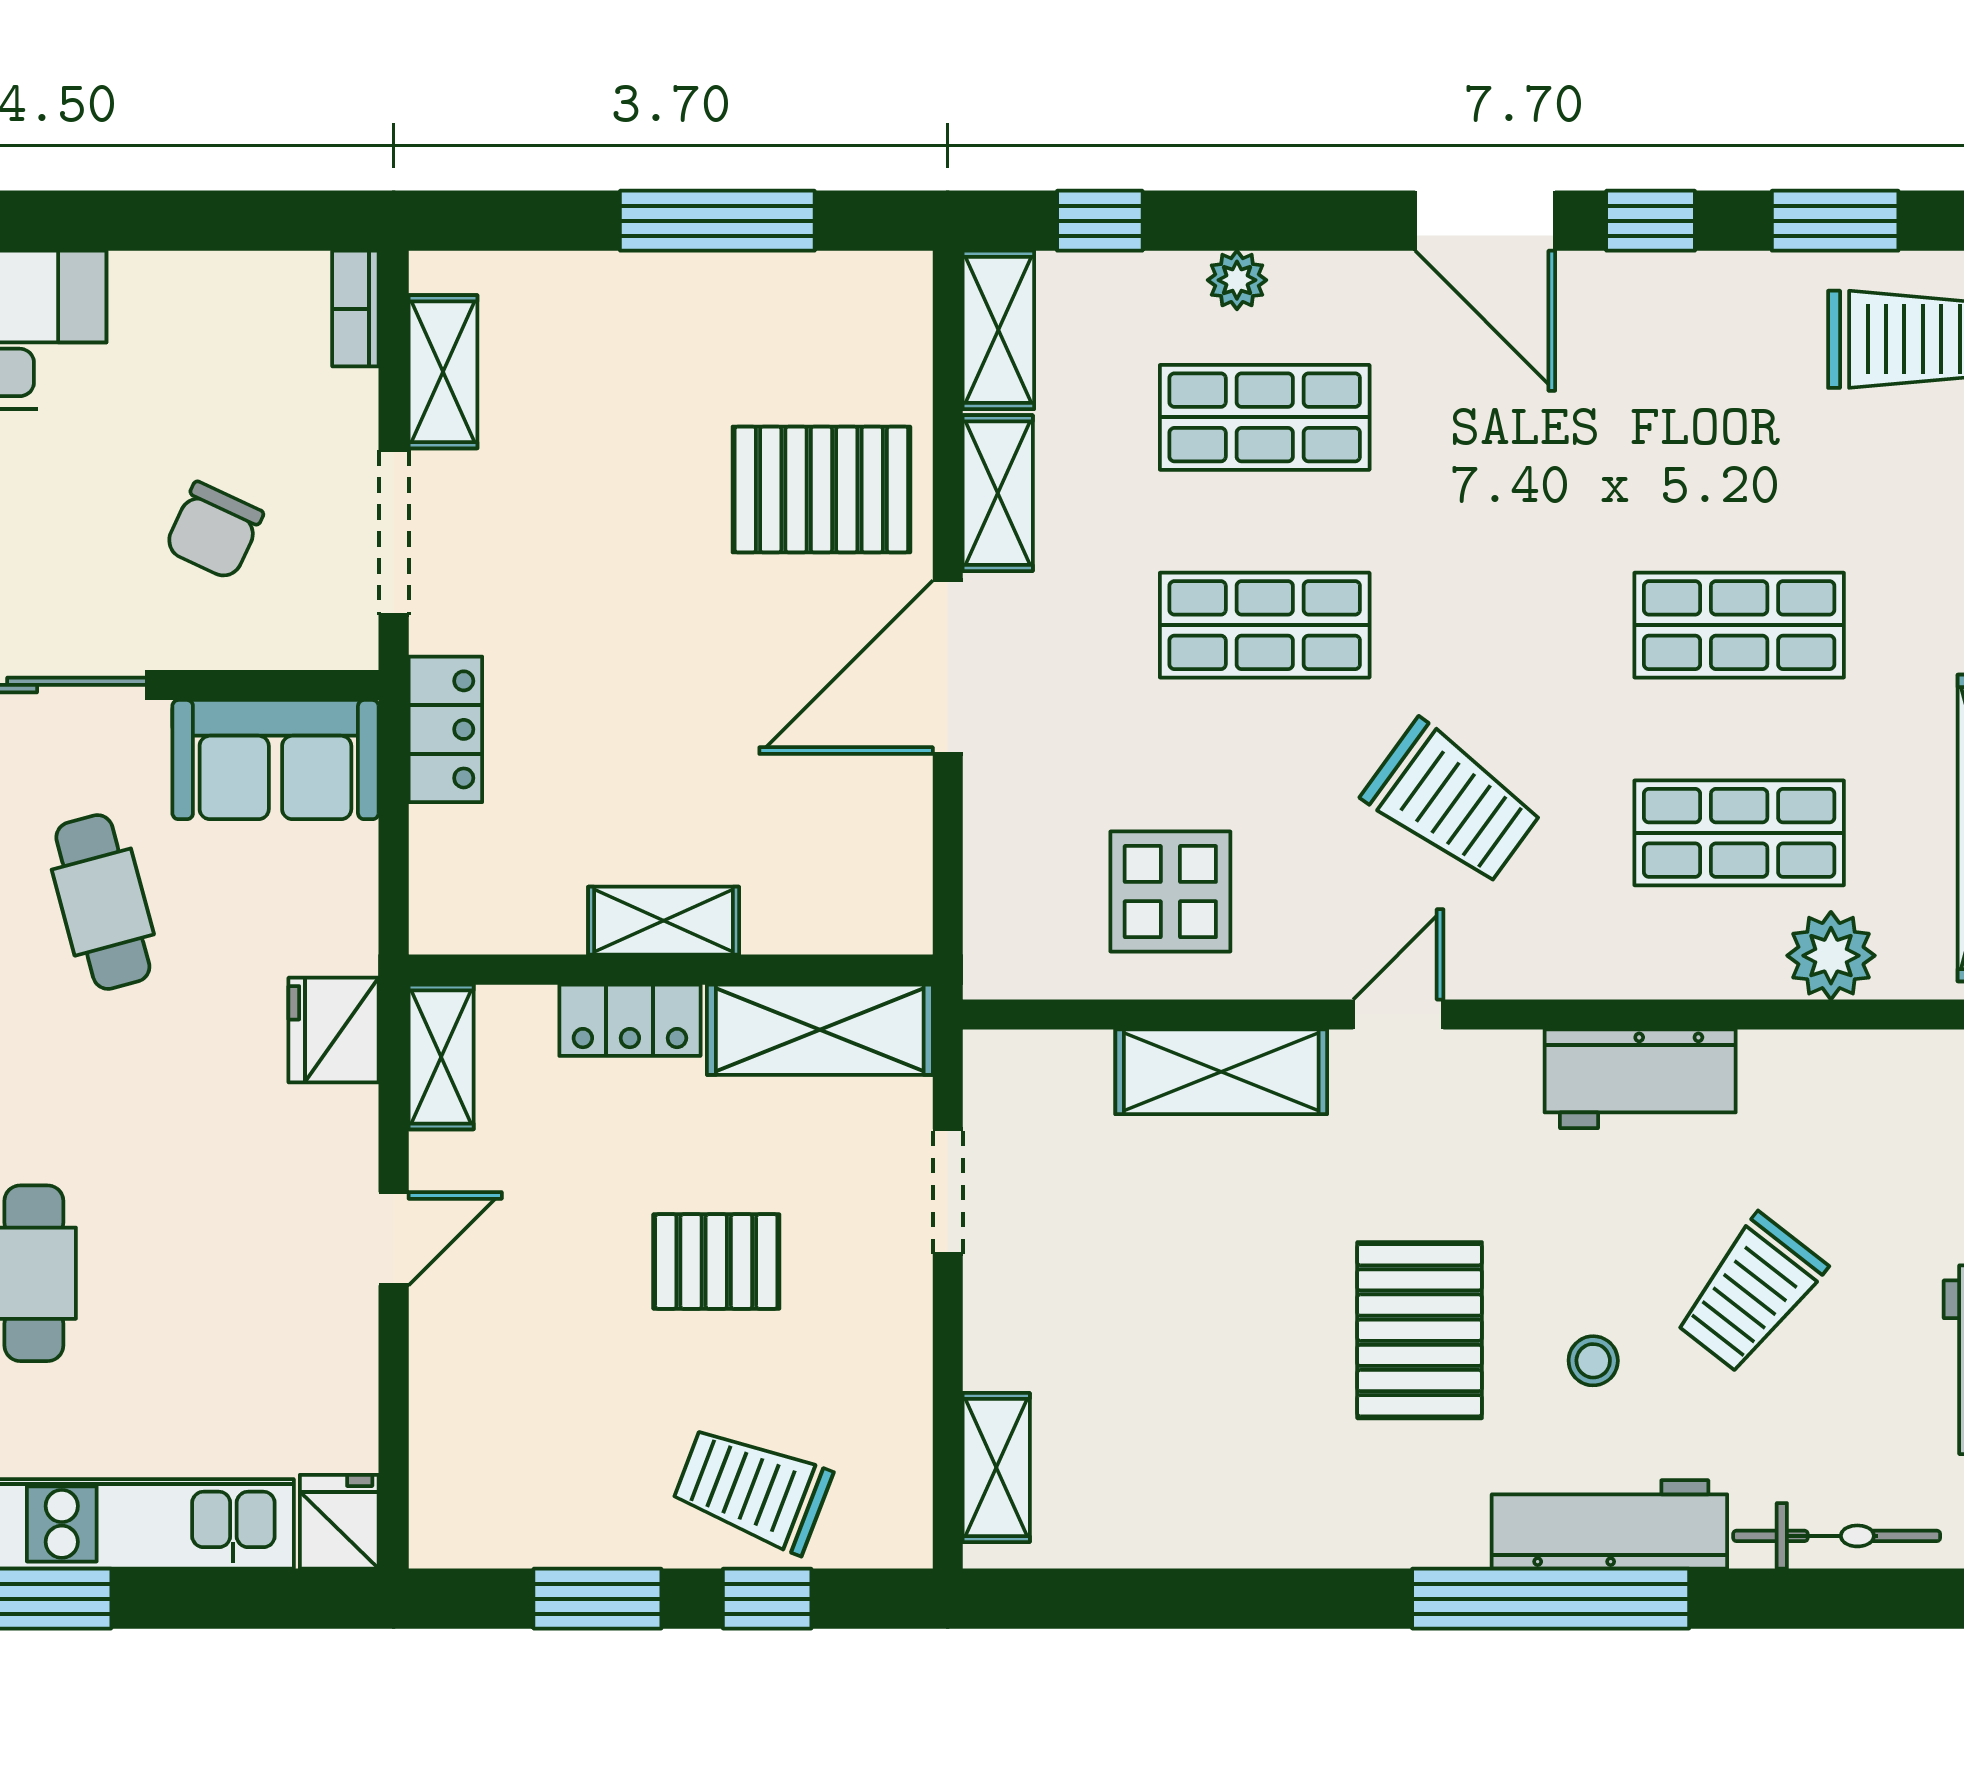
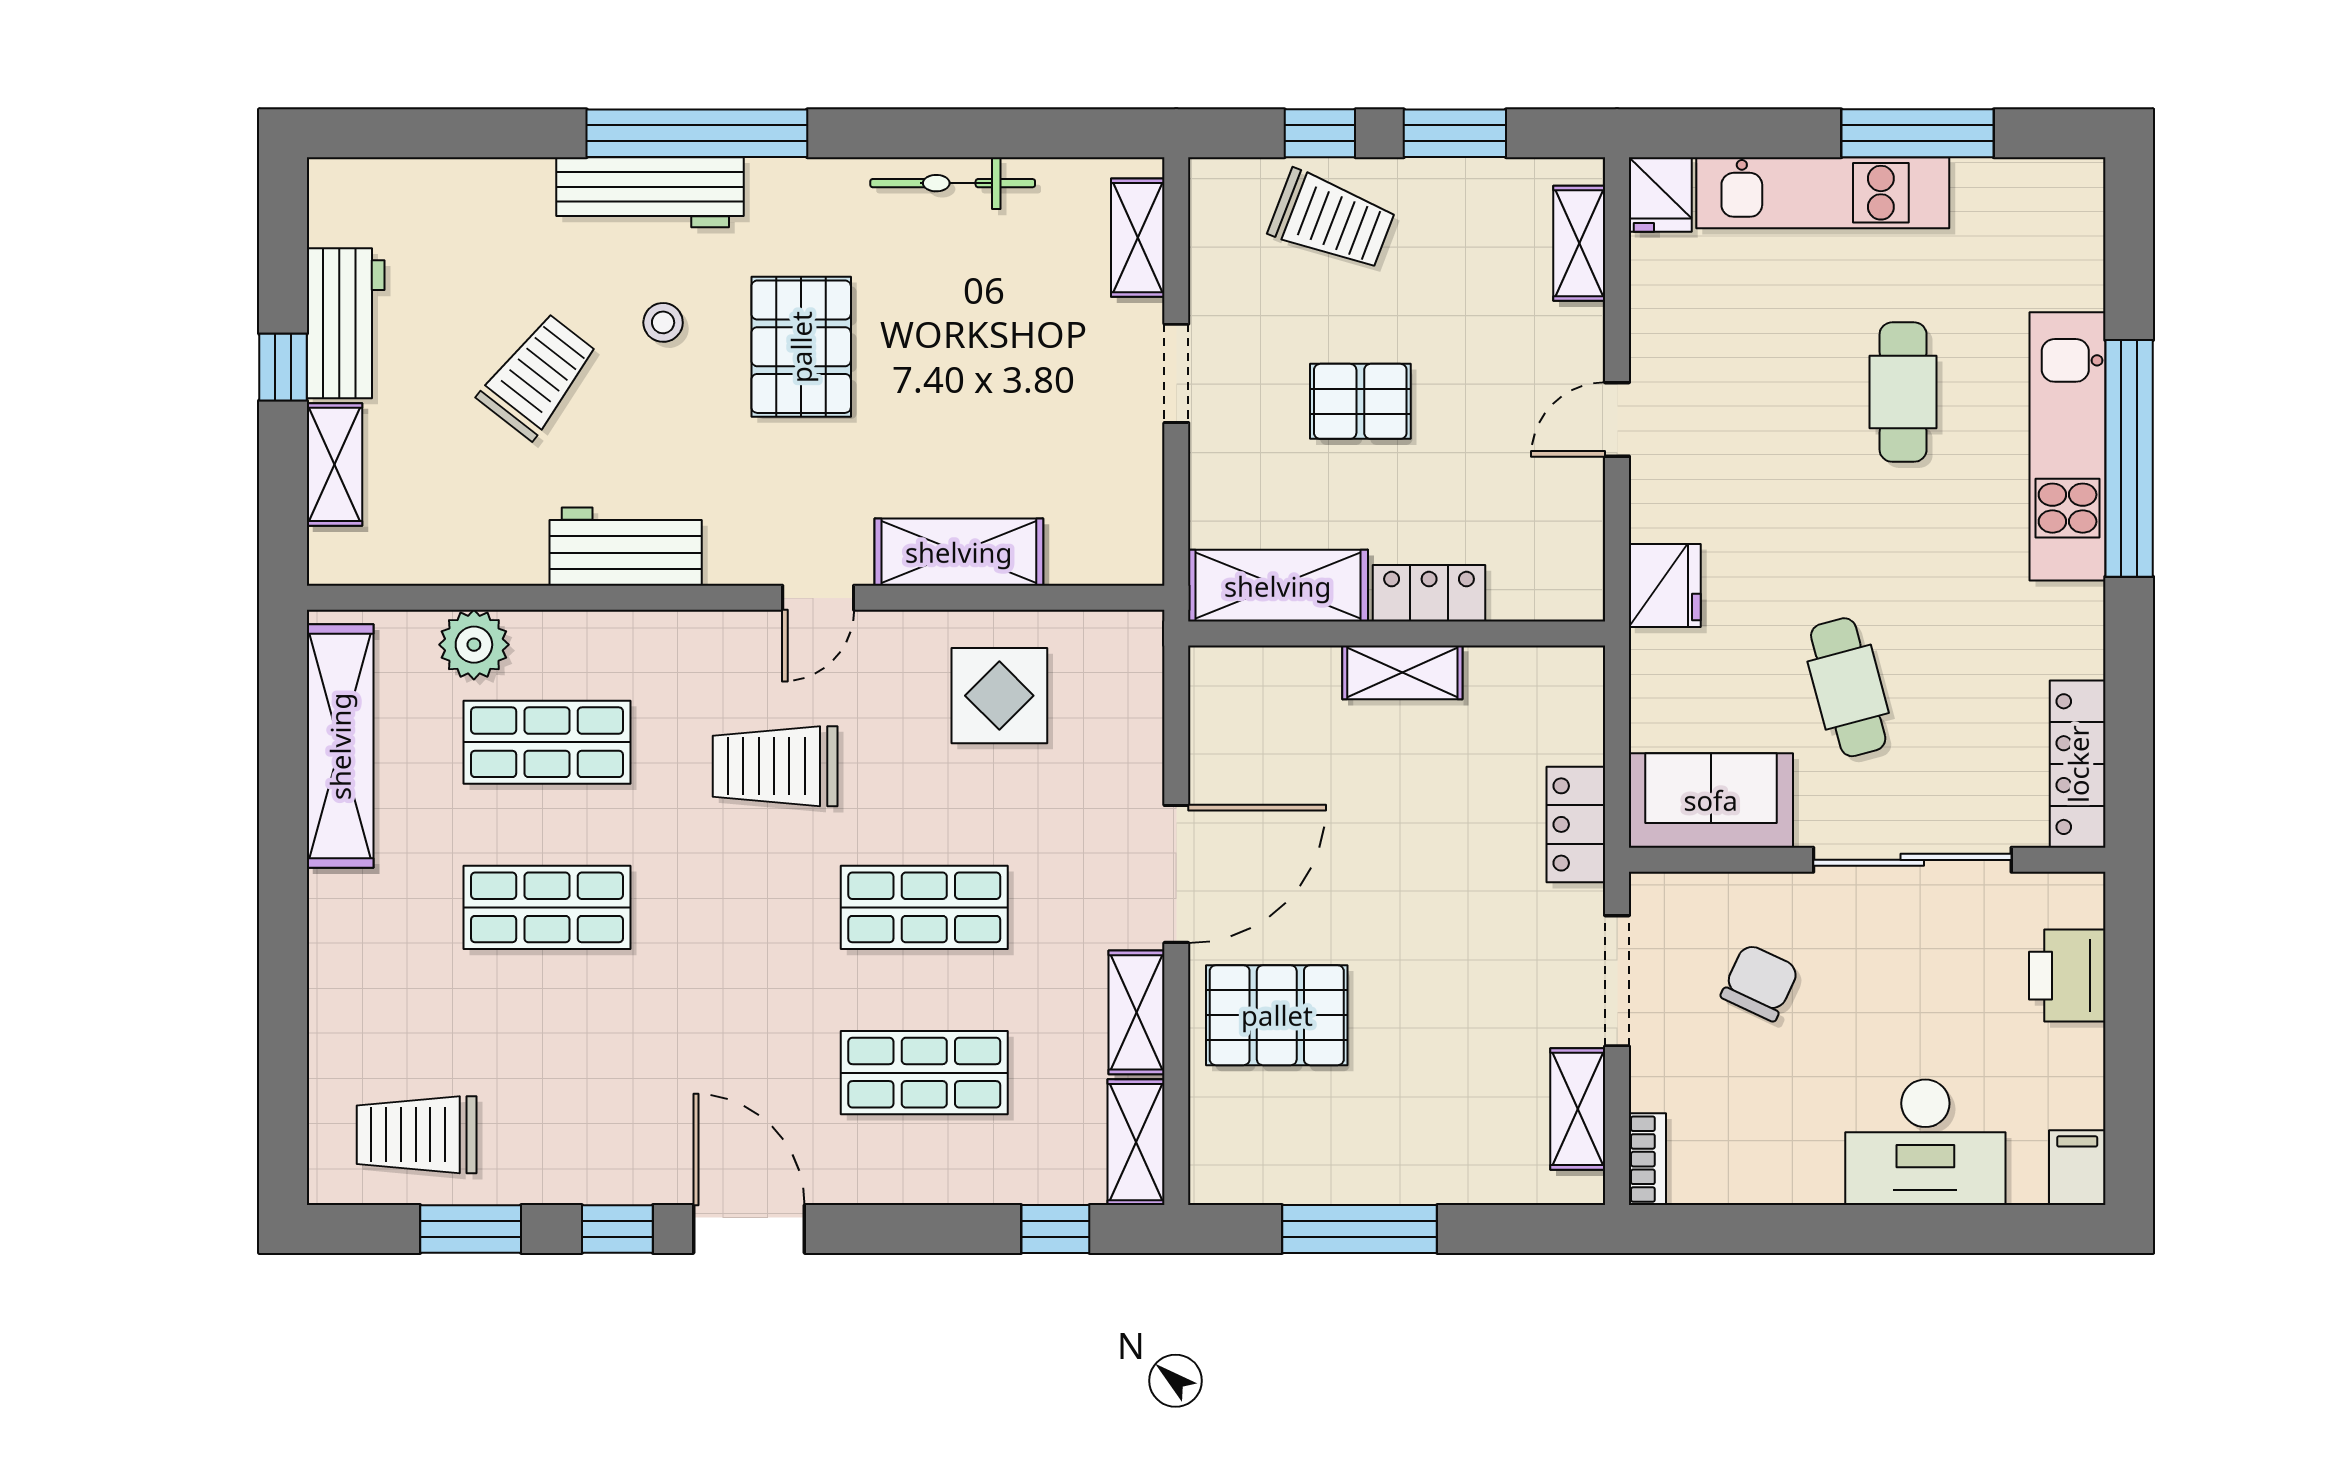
plant: (1237, 280) -> (946, 1182), removed
trolley: (1452, 803) -> (775, 766), turned -36
shelving: (441, 1057) -> (1579, 243), moved
doorway: (948, 1192) -> (1176, 373), moved
bicycle: (1837, 1536) -> (953, 183), moved

